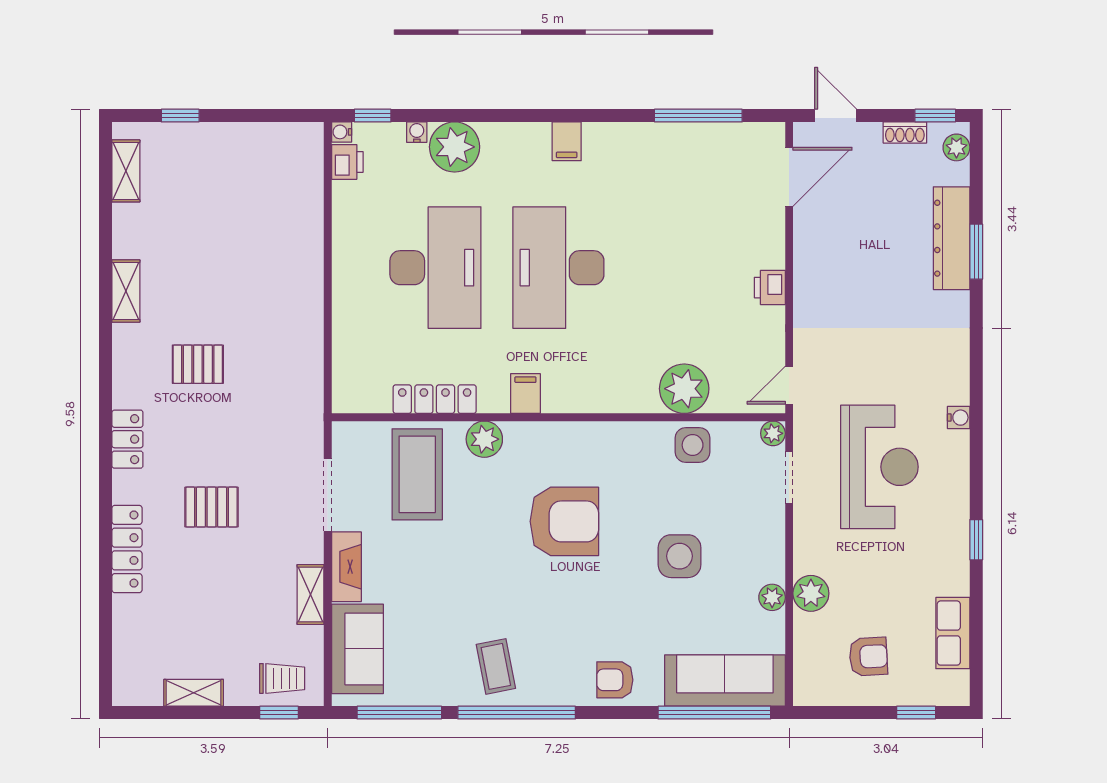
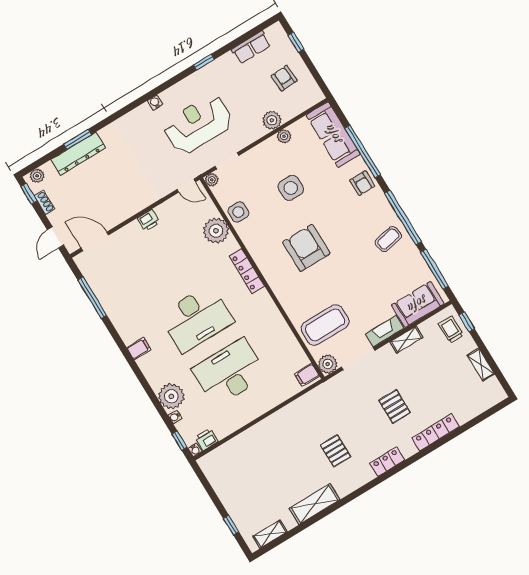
shelving: (126, 291) -> (315, 504), width x1.50, depth x1.33
filing cabinet: (525, 394) -> (307, 375), moved
locker: (435, 399) -> (247, 271), moved
plant: (484, 439) -> (328, 364), moved
window: (714, 713) -> (363, 152), moved

